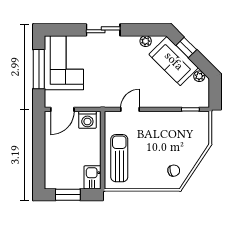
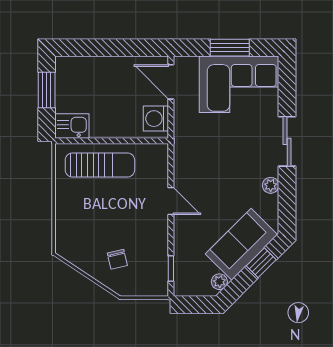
plant: (146, 41) -> (271, 185), moved
window: (39, 69) -> (230, 48), width x0.69
door: (130, 109) -> (171, 201), moved
chair: (174, 171) -> (117, 259), moved

